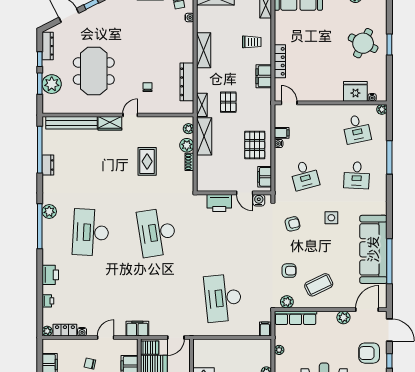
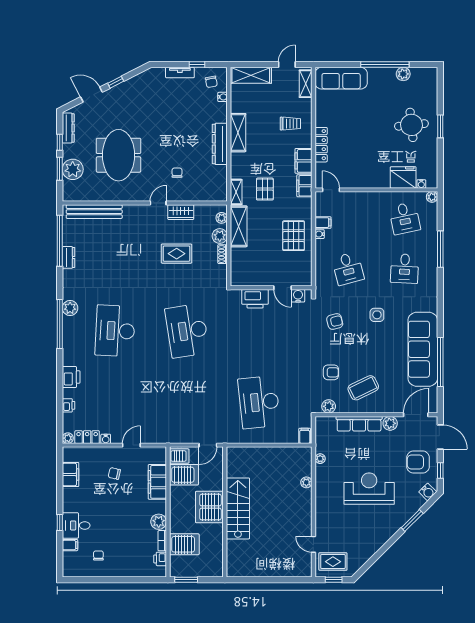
round table: (363, 43) -> (411, 125), turned -32
dresser: (187, 82) -> (220, 144), moved
wardrobe: (110, 123) -> (181, 212), moved
rug: (147, 161) -> (177, 254), turned 90
filing cabinet: (265, 177) -> (304, 186), moved
row of seats: (296, 318) -> (359, 424), moved
filing cabinet: (137, 329) -> (166, 435), removed

